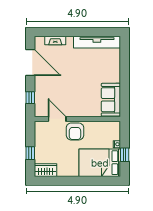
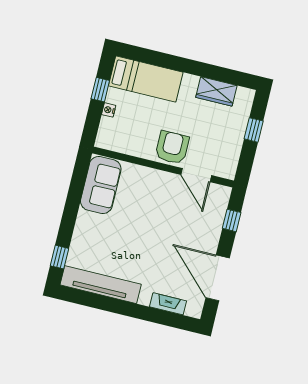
window: (125, 52) -> (59, 257), added
bed: (100, 163) -> (146, 79), width x0.67
wardrobe: (46, 170) -> (216, 91), moved

